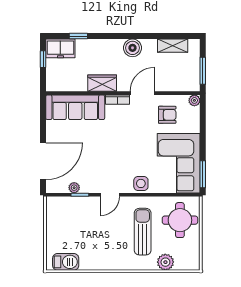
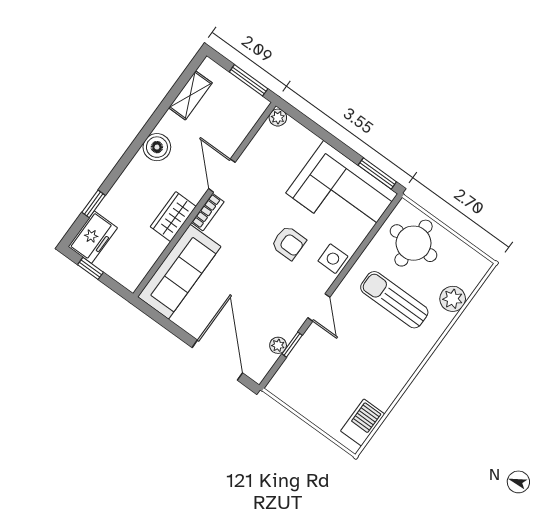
armchair: (167, 115) -> (289, 243), moved, turned 90

